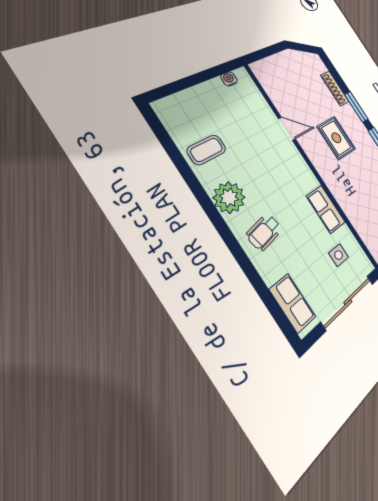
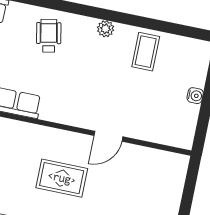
water cooler: (229, 79) -> (195, 96), moved
plant: (229, 198) -> (106, 29), width x0.53, depth x0.53

